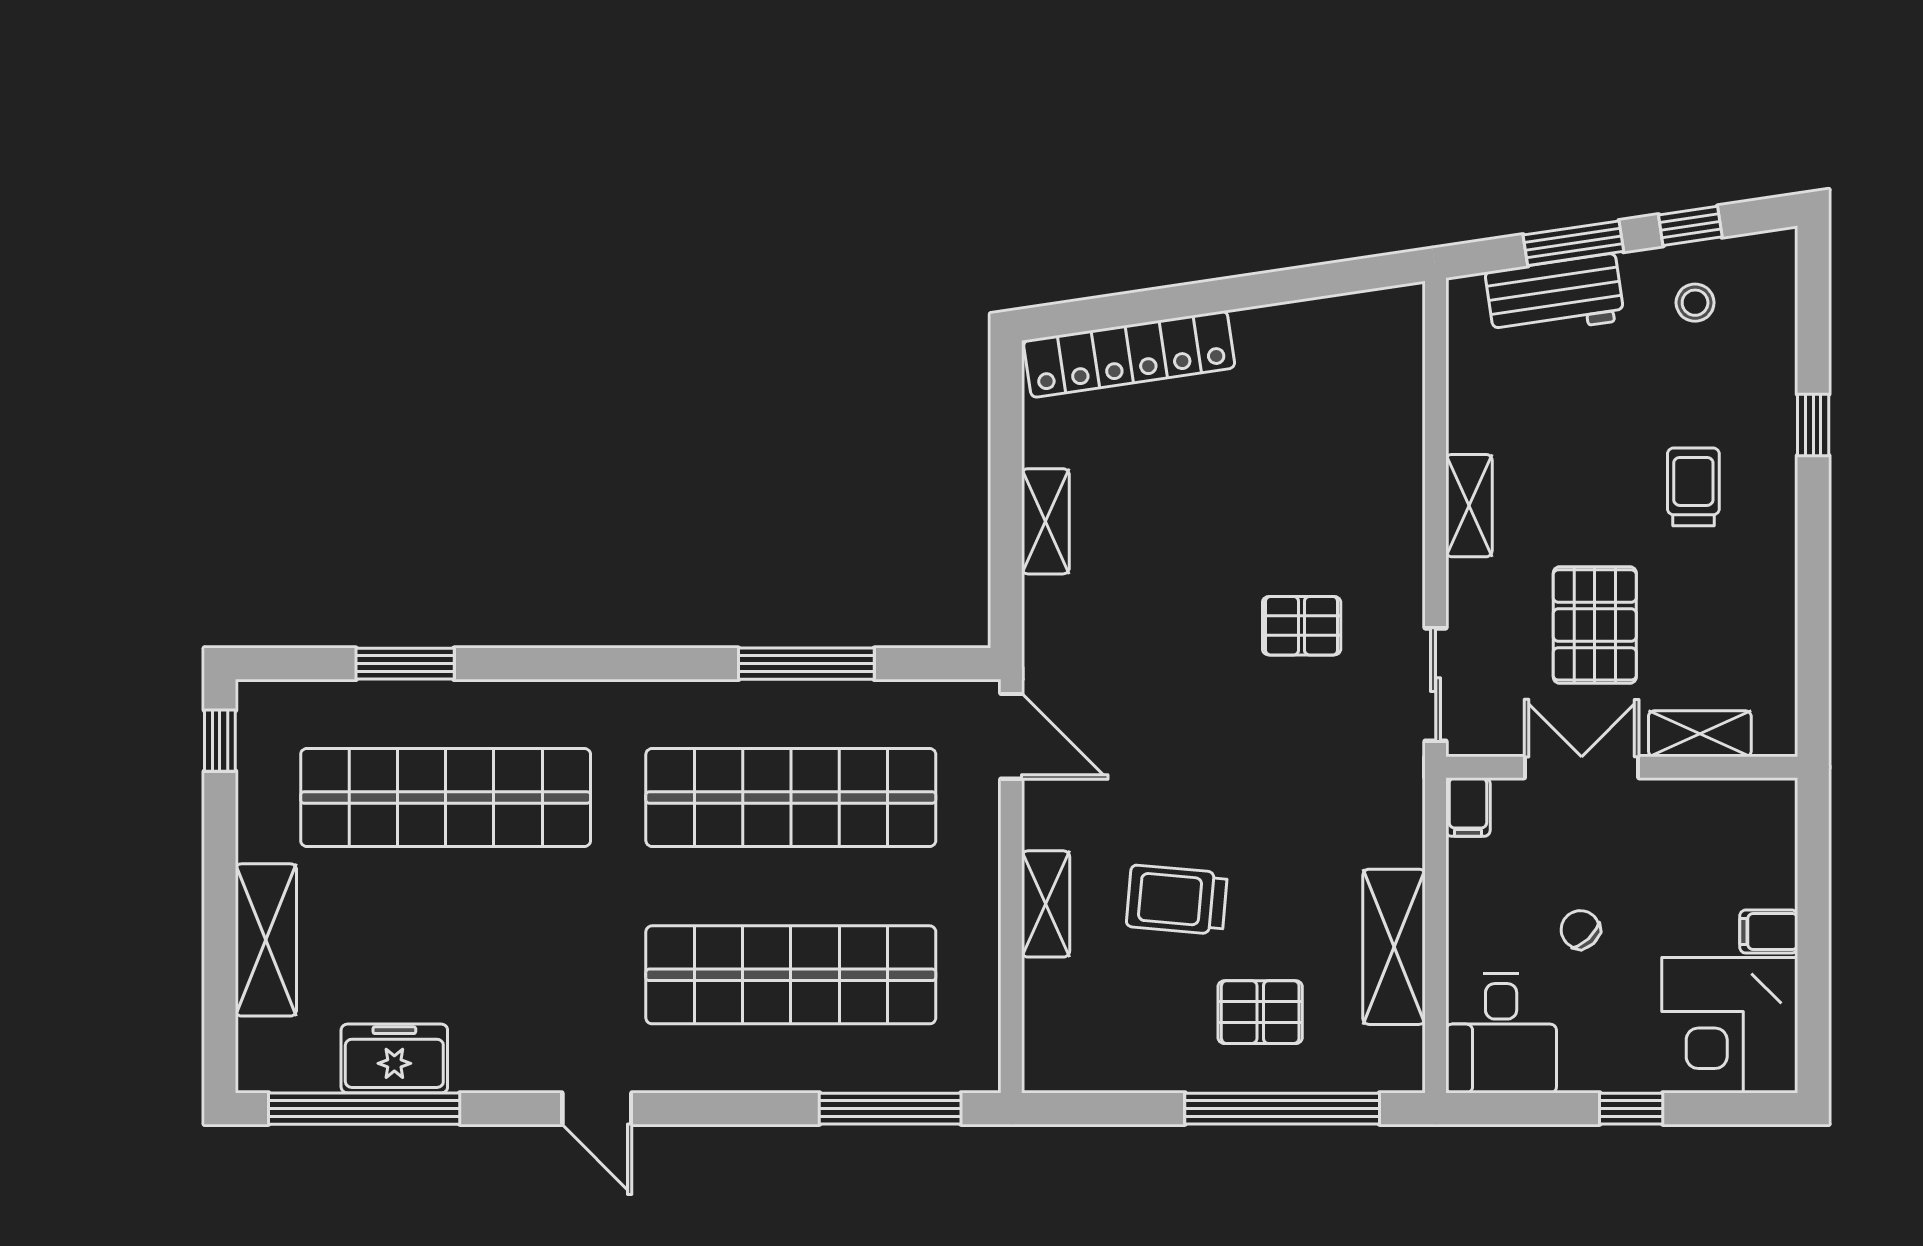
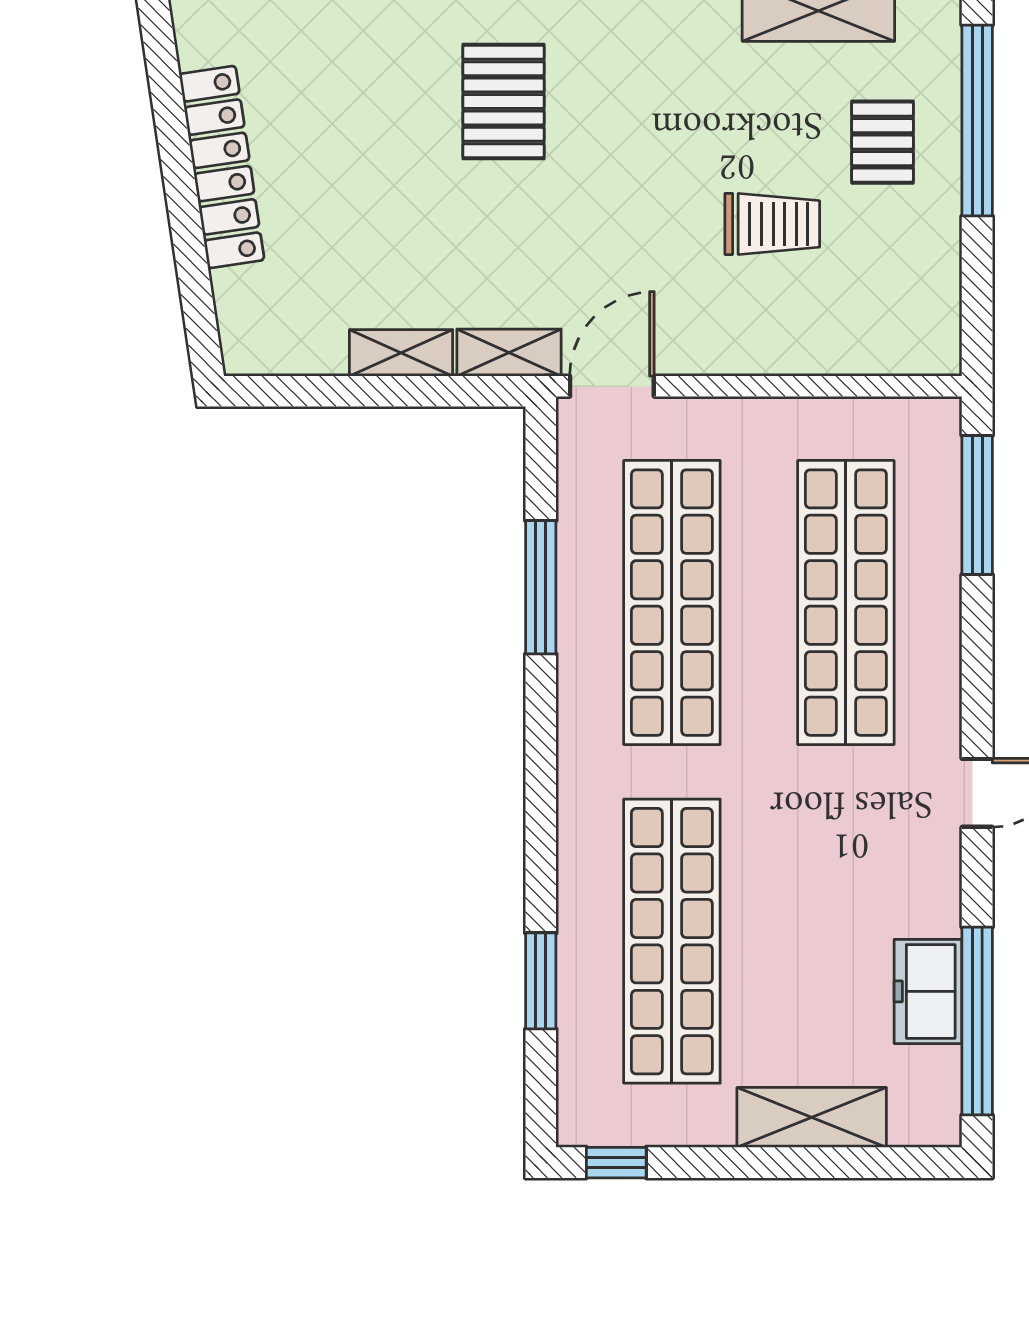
locker: (1129, 354) -> (222, 167), moved
pallet: (1302, 626) -> (503, 102), width x1.50, depth x1.42
trolley: (1177, 900) -> (772, 224), turned -95
shelving: (1046, 904) -> (509, 353), moved

